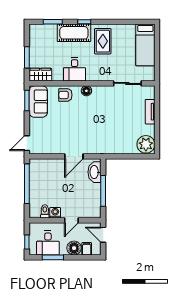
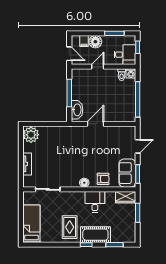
door: (27, 143) -> (138, 146), moved
washing machine: (55, 213) -> (131, 73), moved
desk: (48, 243) -> (125, 55), moved, turned 90

